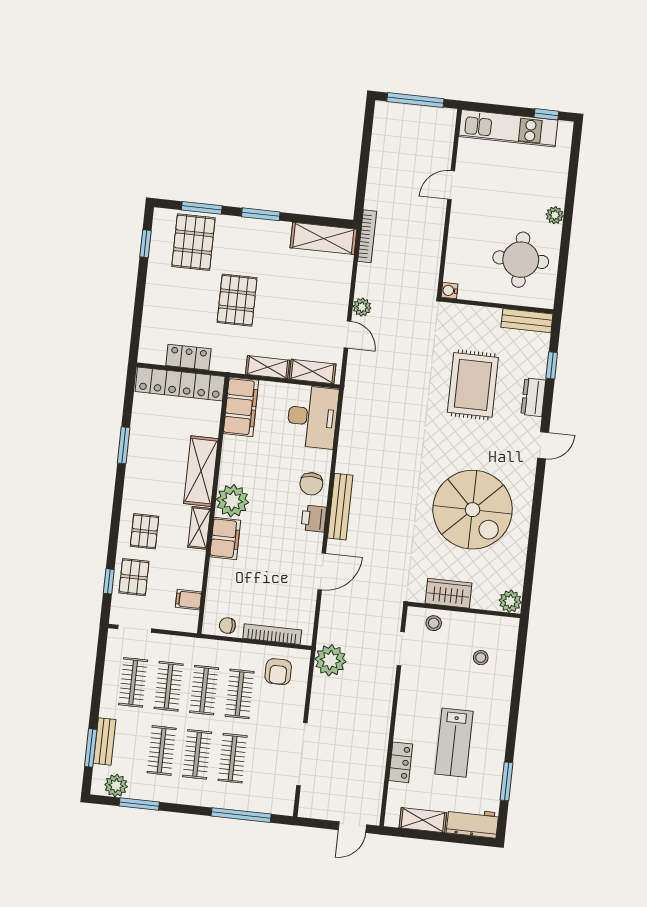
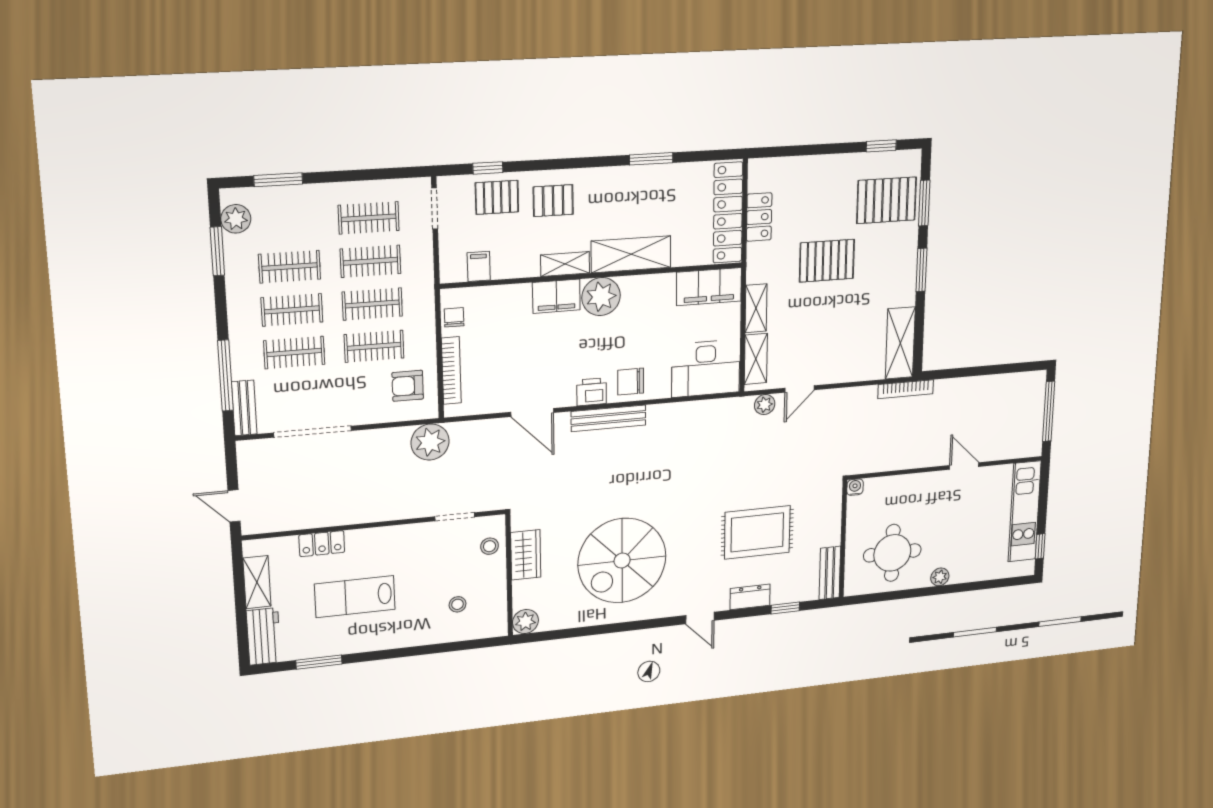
plant: (362, 307) -> (765, 405), moved
bench: (105, 741) -> (244, 408), moved, turned 90

